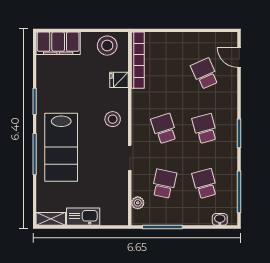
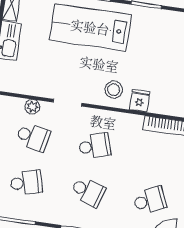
fridge: (119, 80) -> (140, 101), moved
school desk: (205, 129) -> (88, 192), turned 33
plant: (138, 203) -> (32, 107), moved

